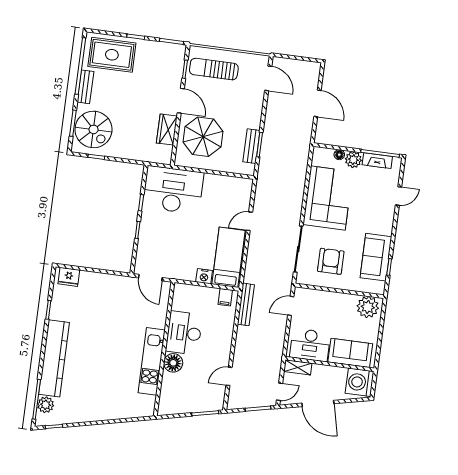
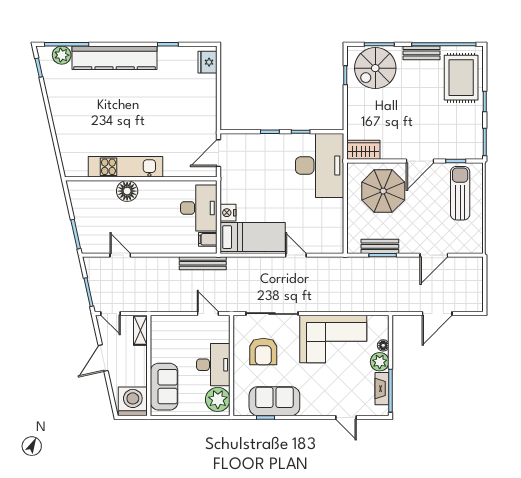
door: (268, 78) -> (434, 255), moved
wardrobe: (167, 130) -> (363, 150), moved
armchair: (331, 261) -> (263, 352), turned 90
desk: (184, 333) -> (199, 208), moved, turned 90
desk: (310, 345) -> (213, 365), moved, turned 180
door: (318, 403) -> (103, 358), width x0.73

